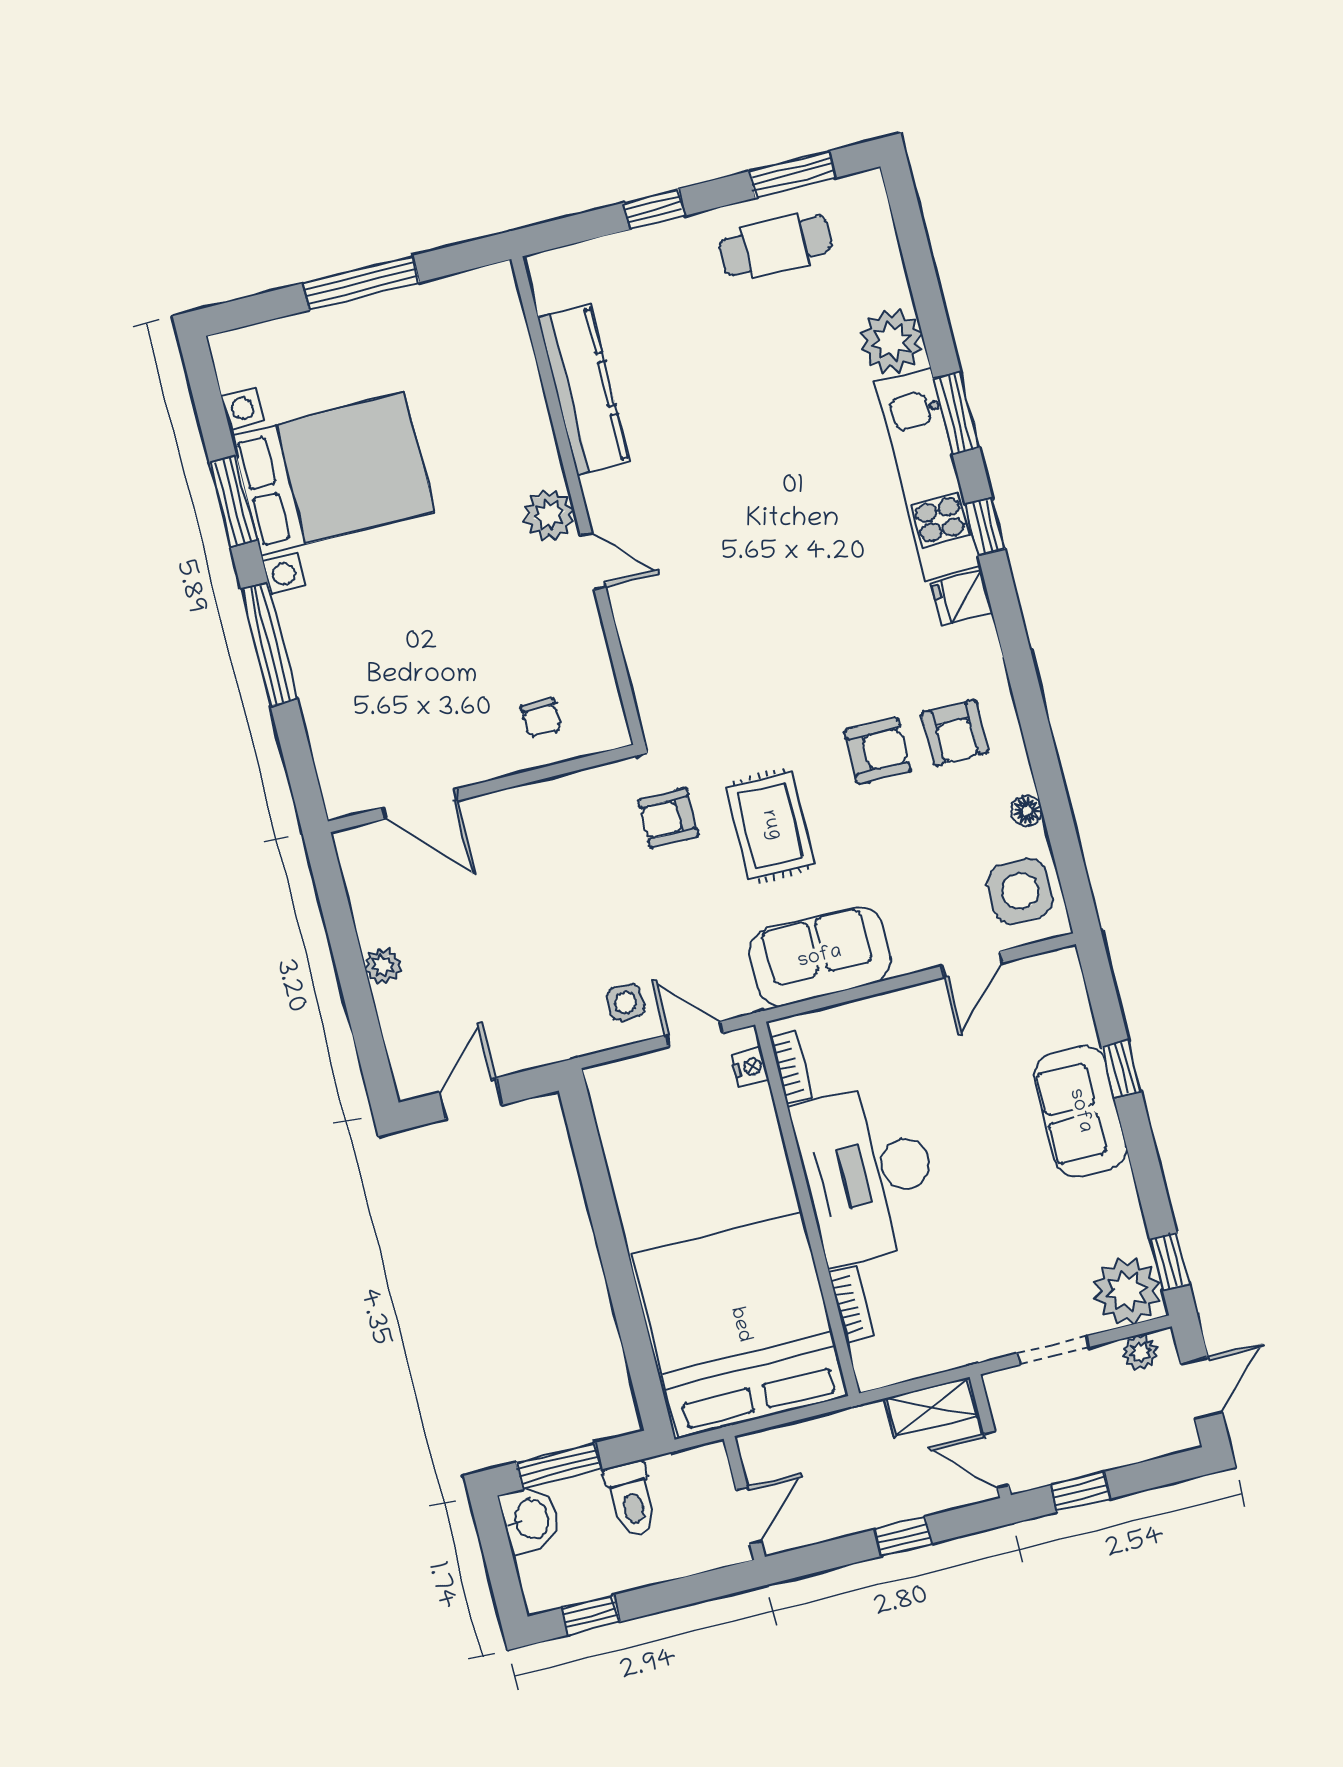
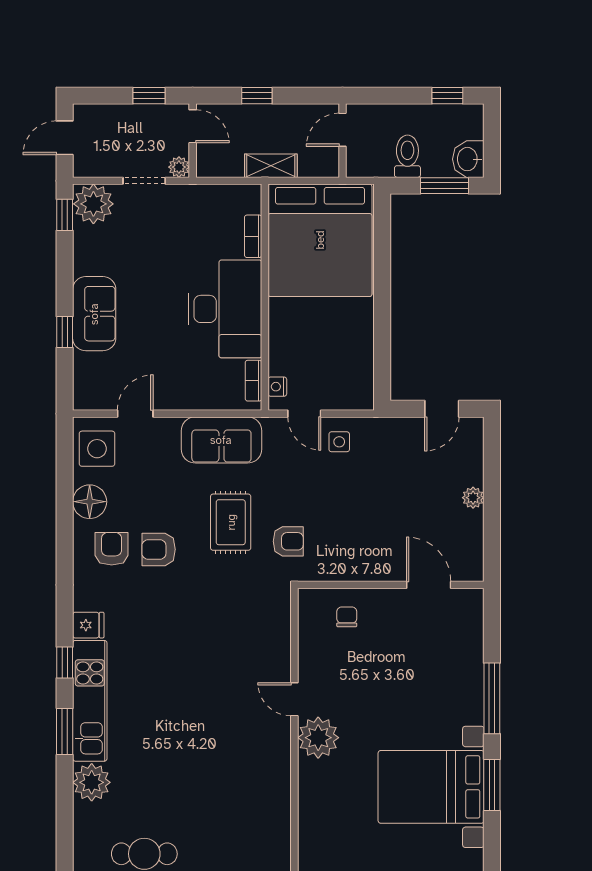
kitchen counter: (583, 389) -> (275, 799), removed
plant: (549, 515) -> (318, 738), width x1.36, depth x1.36
floor lamp: (1027, 811) -> (90, 502), width x1.89, depth x1.89
plant: (1140, 1352) -> (179, 167), moved
shelving: (932, 1407) -> (271, 166), moved

